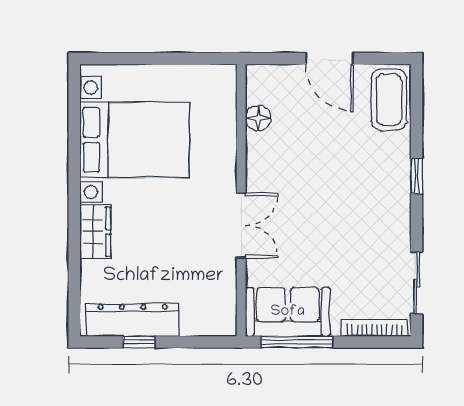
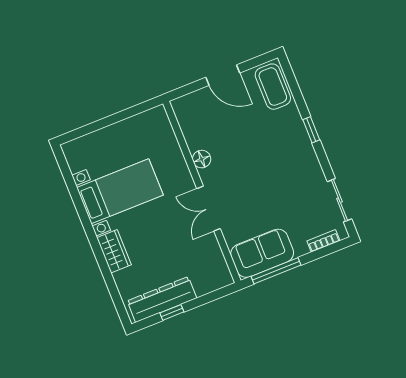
floor lamp: (258, 118) -> (202, 159), moved
bed with nightstands: (134, 140) -> (120, 191), width x0.73
double door: (241, 225) -> (209, 209), swing flipped
bookcase: (374, 328) -> (323, 241), width x0.64

